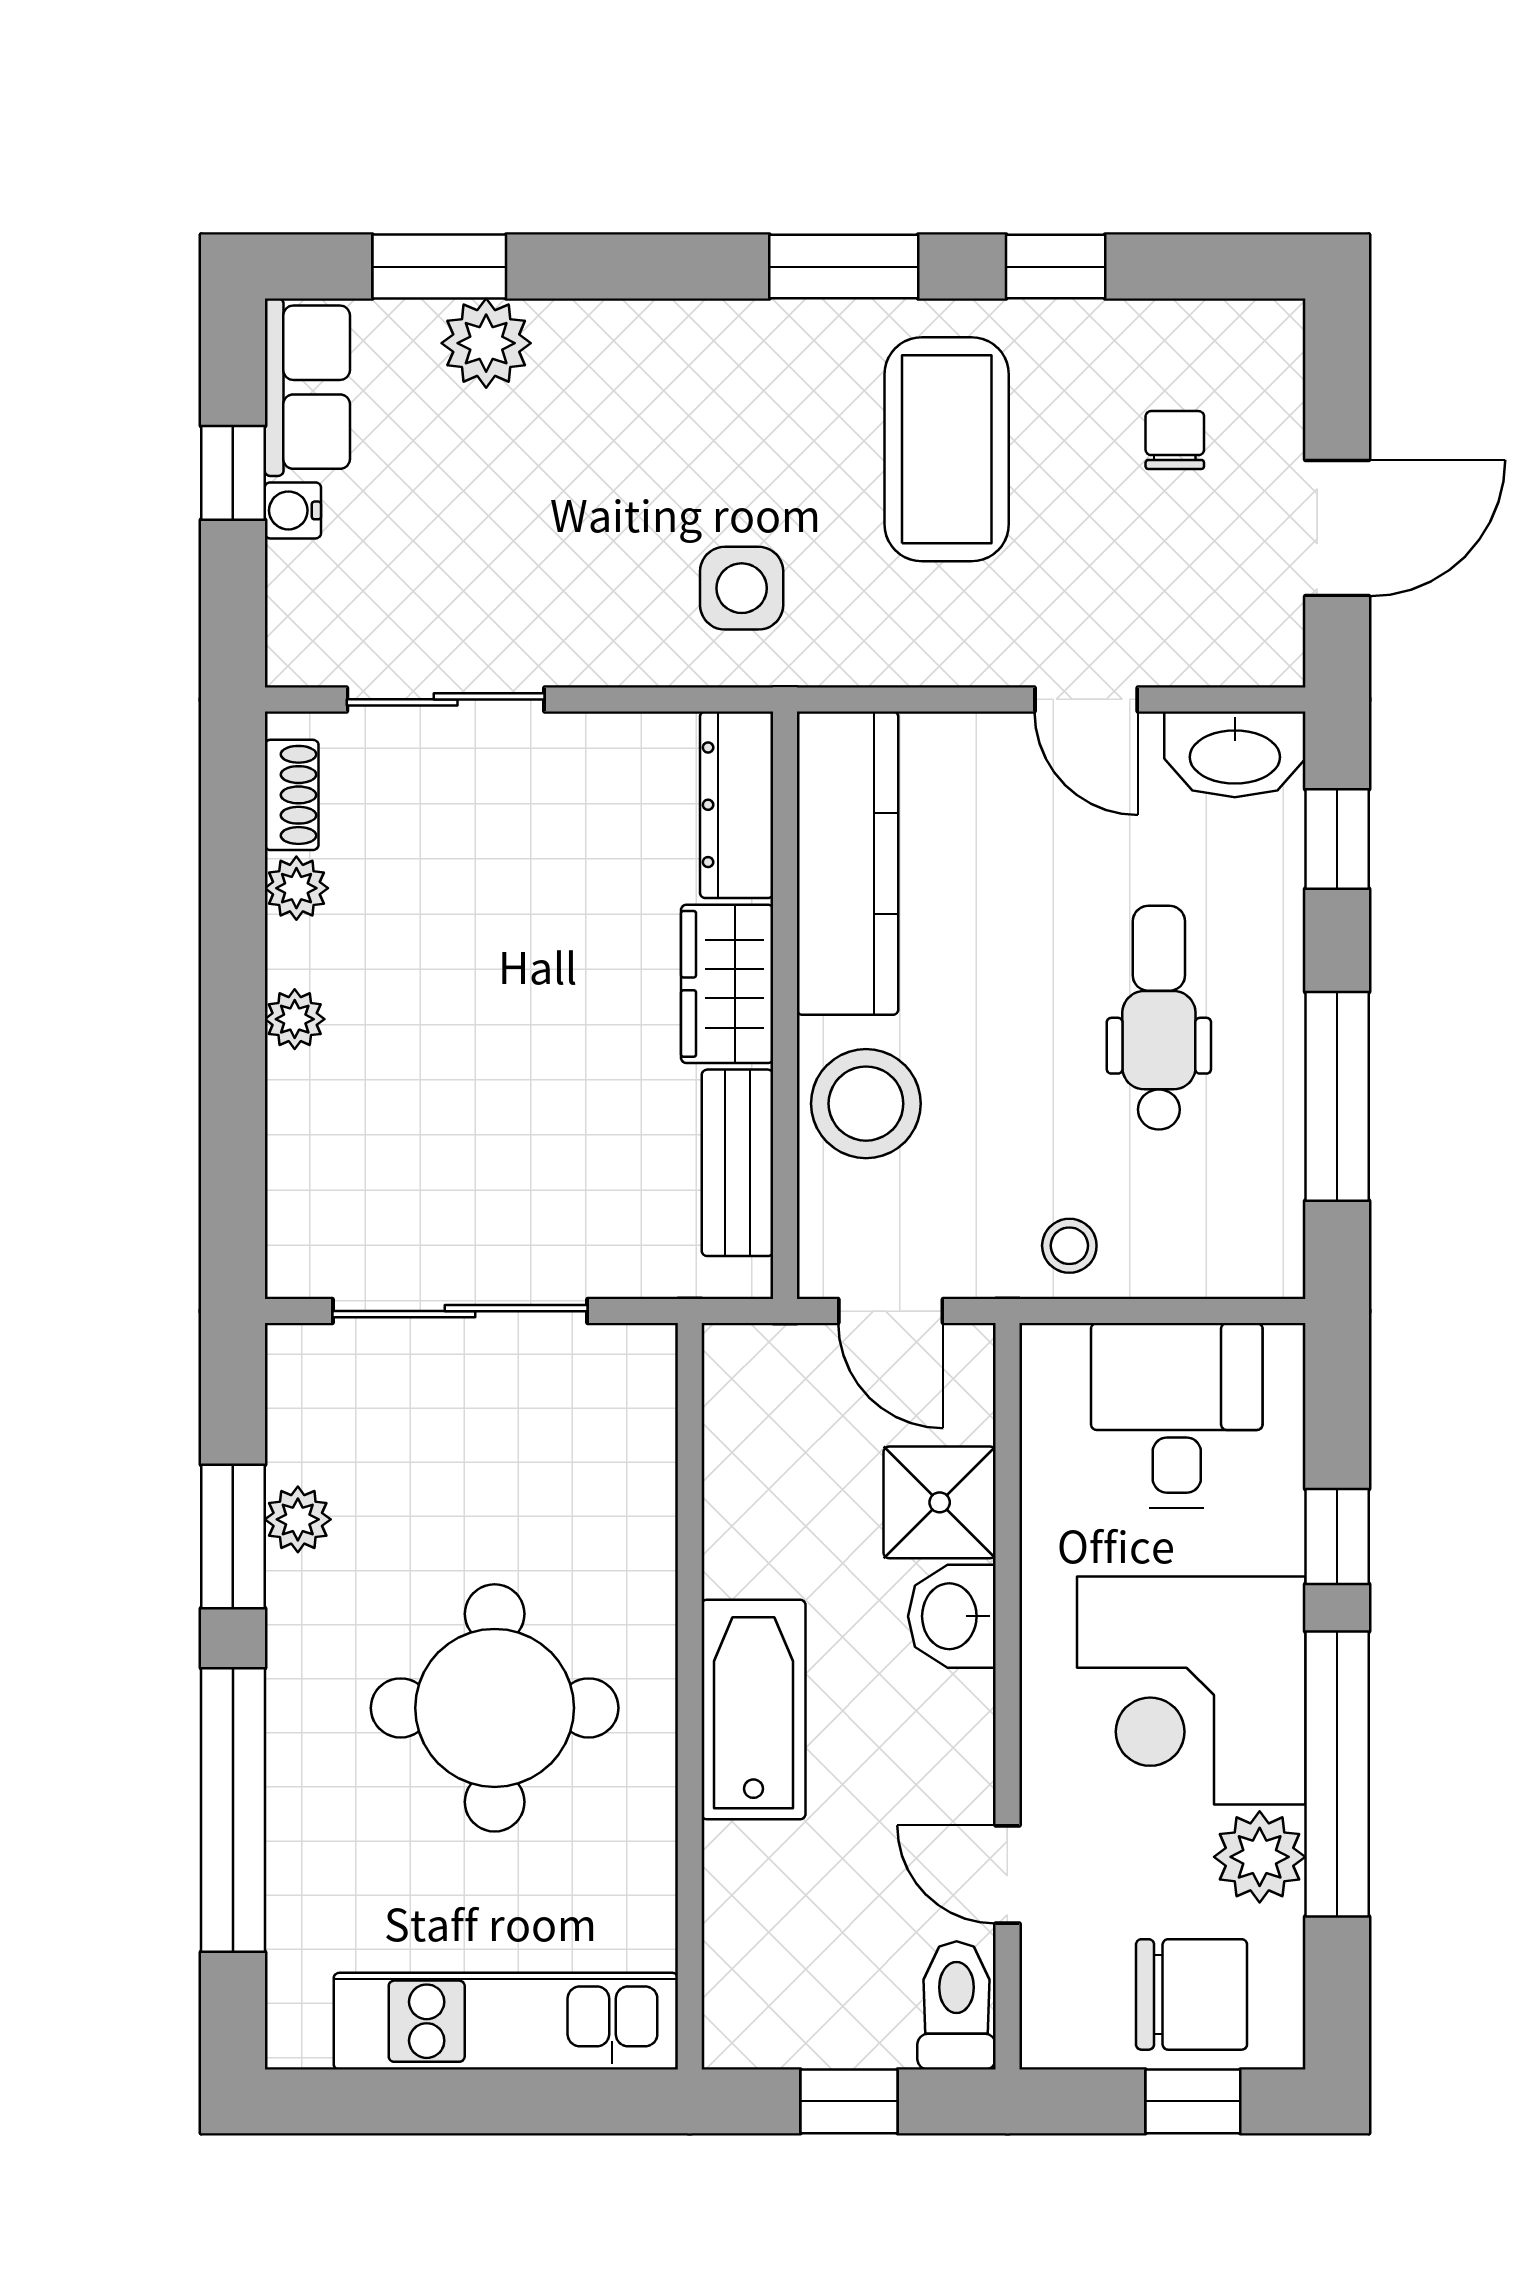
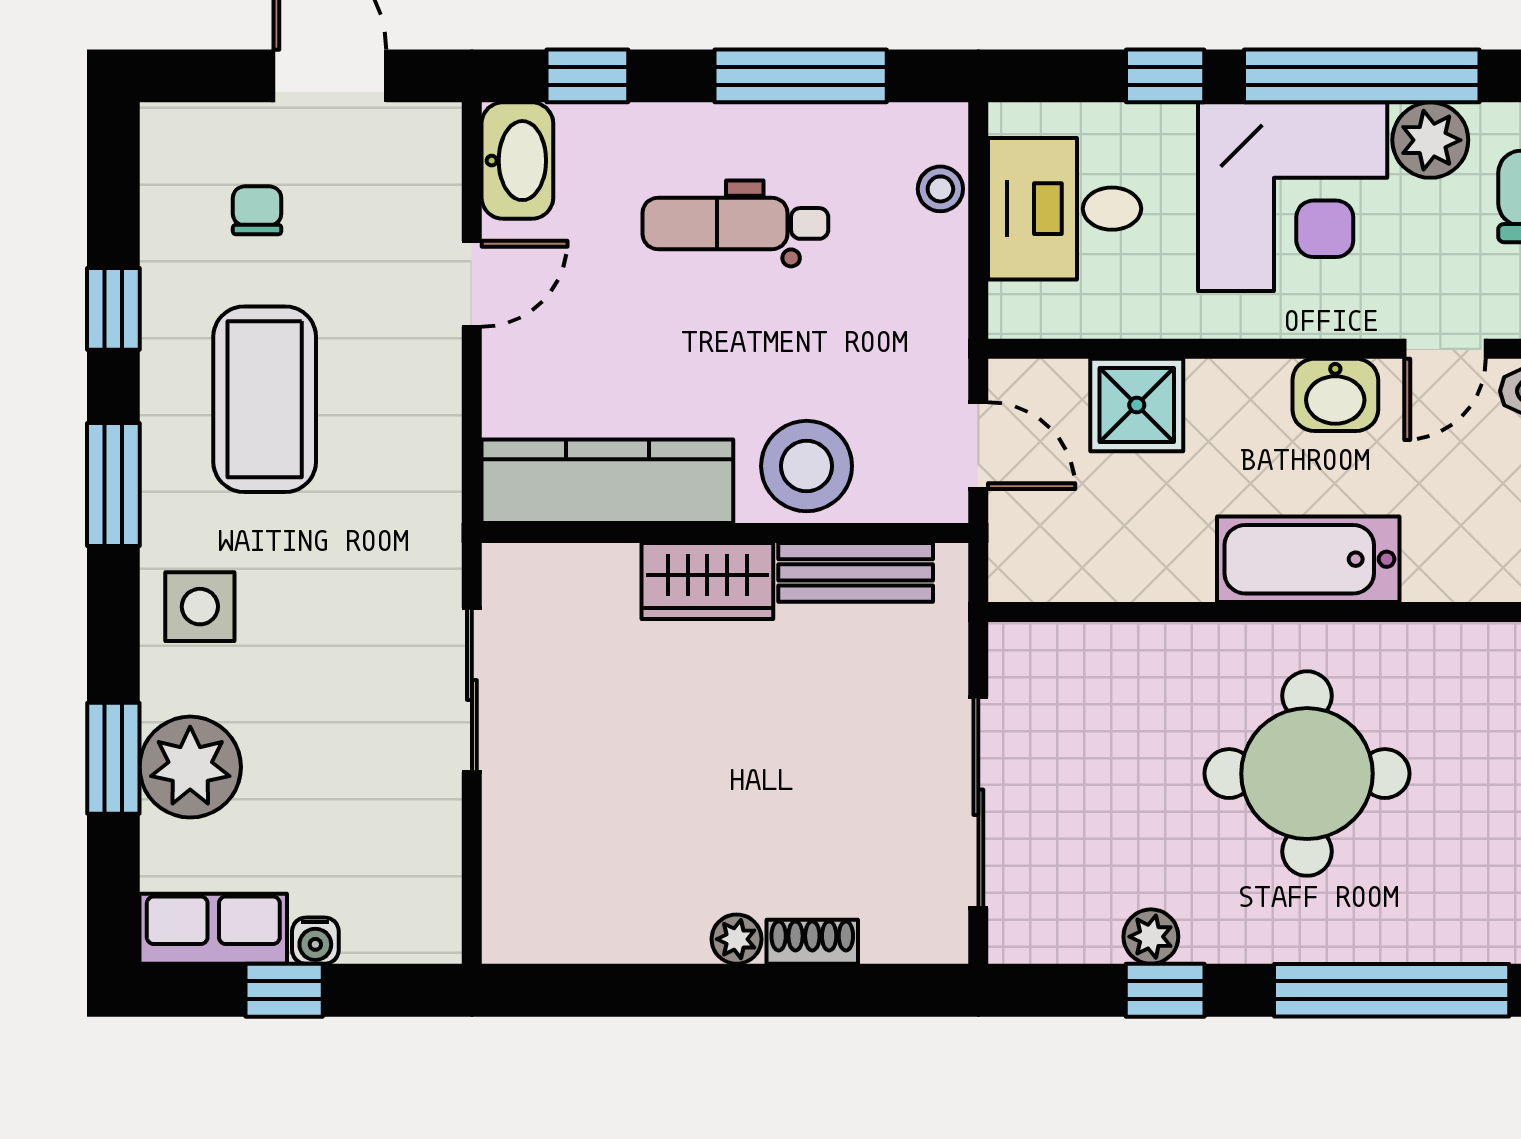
window: (439, 267) -> (113, 758), moved
plant: (486, 343) -> (190, 767), width x1.36, depth x1.36
chair: (1175, 440) -> (257, 210), turned 90
coffee table: (947, 449) -> (265, 399), turned 90
side table: (742, 588) -> (200, 607), moved
sliding door: (446, 699) -> (472, 690), moved
shoe rack: (292, 795) -> (812, 942), moved
dresser: (737, 805) -> (559, 573), removed
plant: (296, 888) -> (628, 938), removed
stool: (1069, 1246) -> (940, 189), moved
door: (891, 1311) -> (978, 446), hinge flipped
window: (233, 1537) -> (1165, 990), width x0.67
washbasin: (952, 1616) -> (1335, 395), moved

